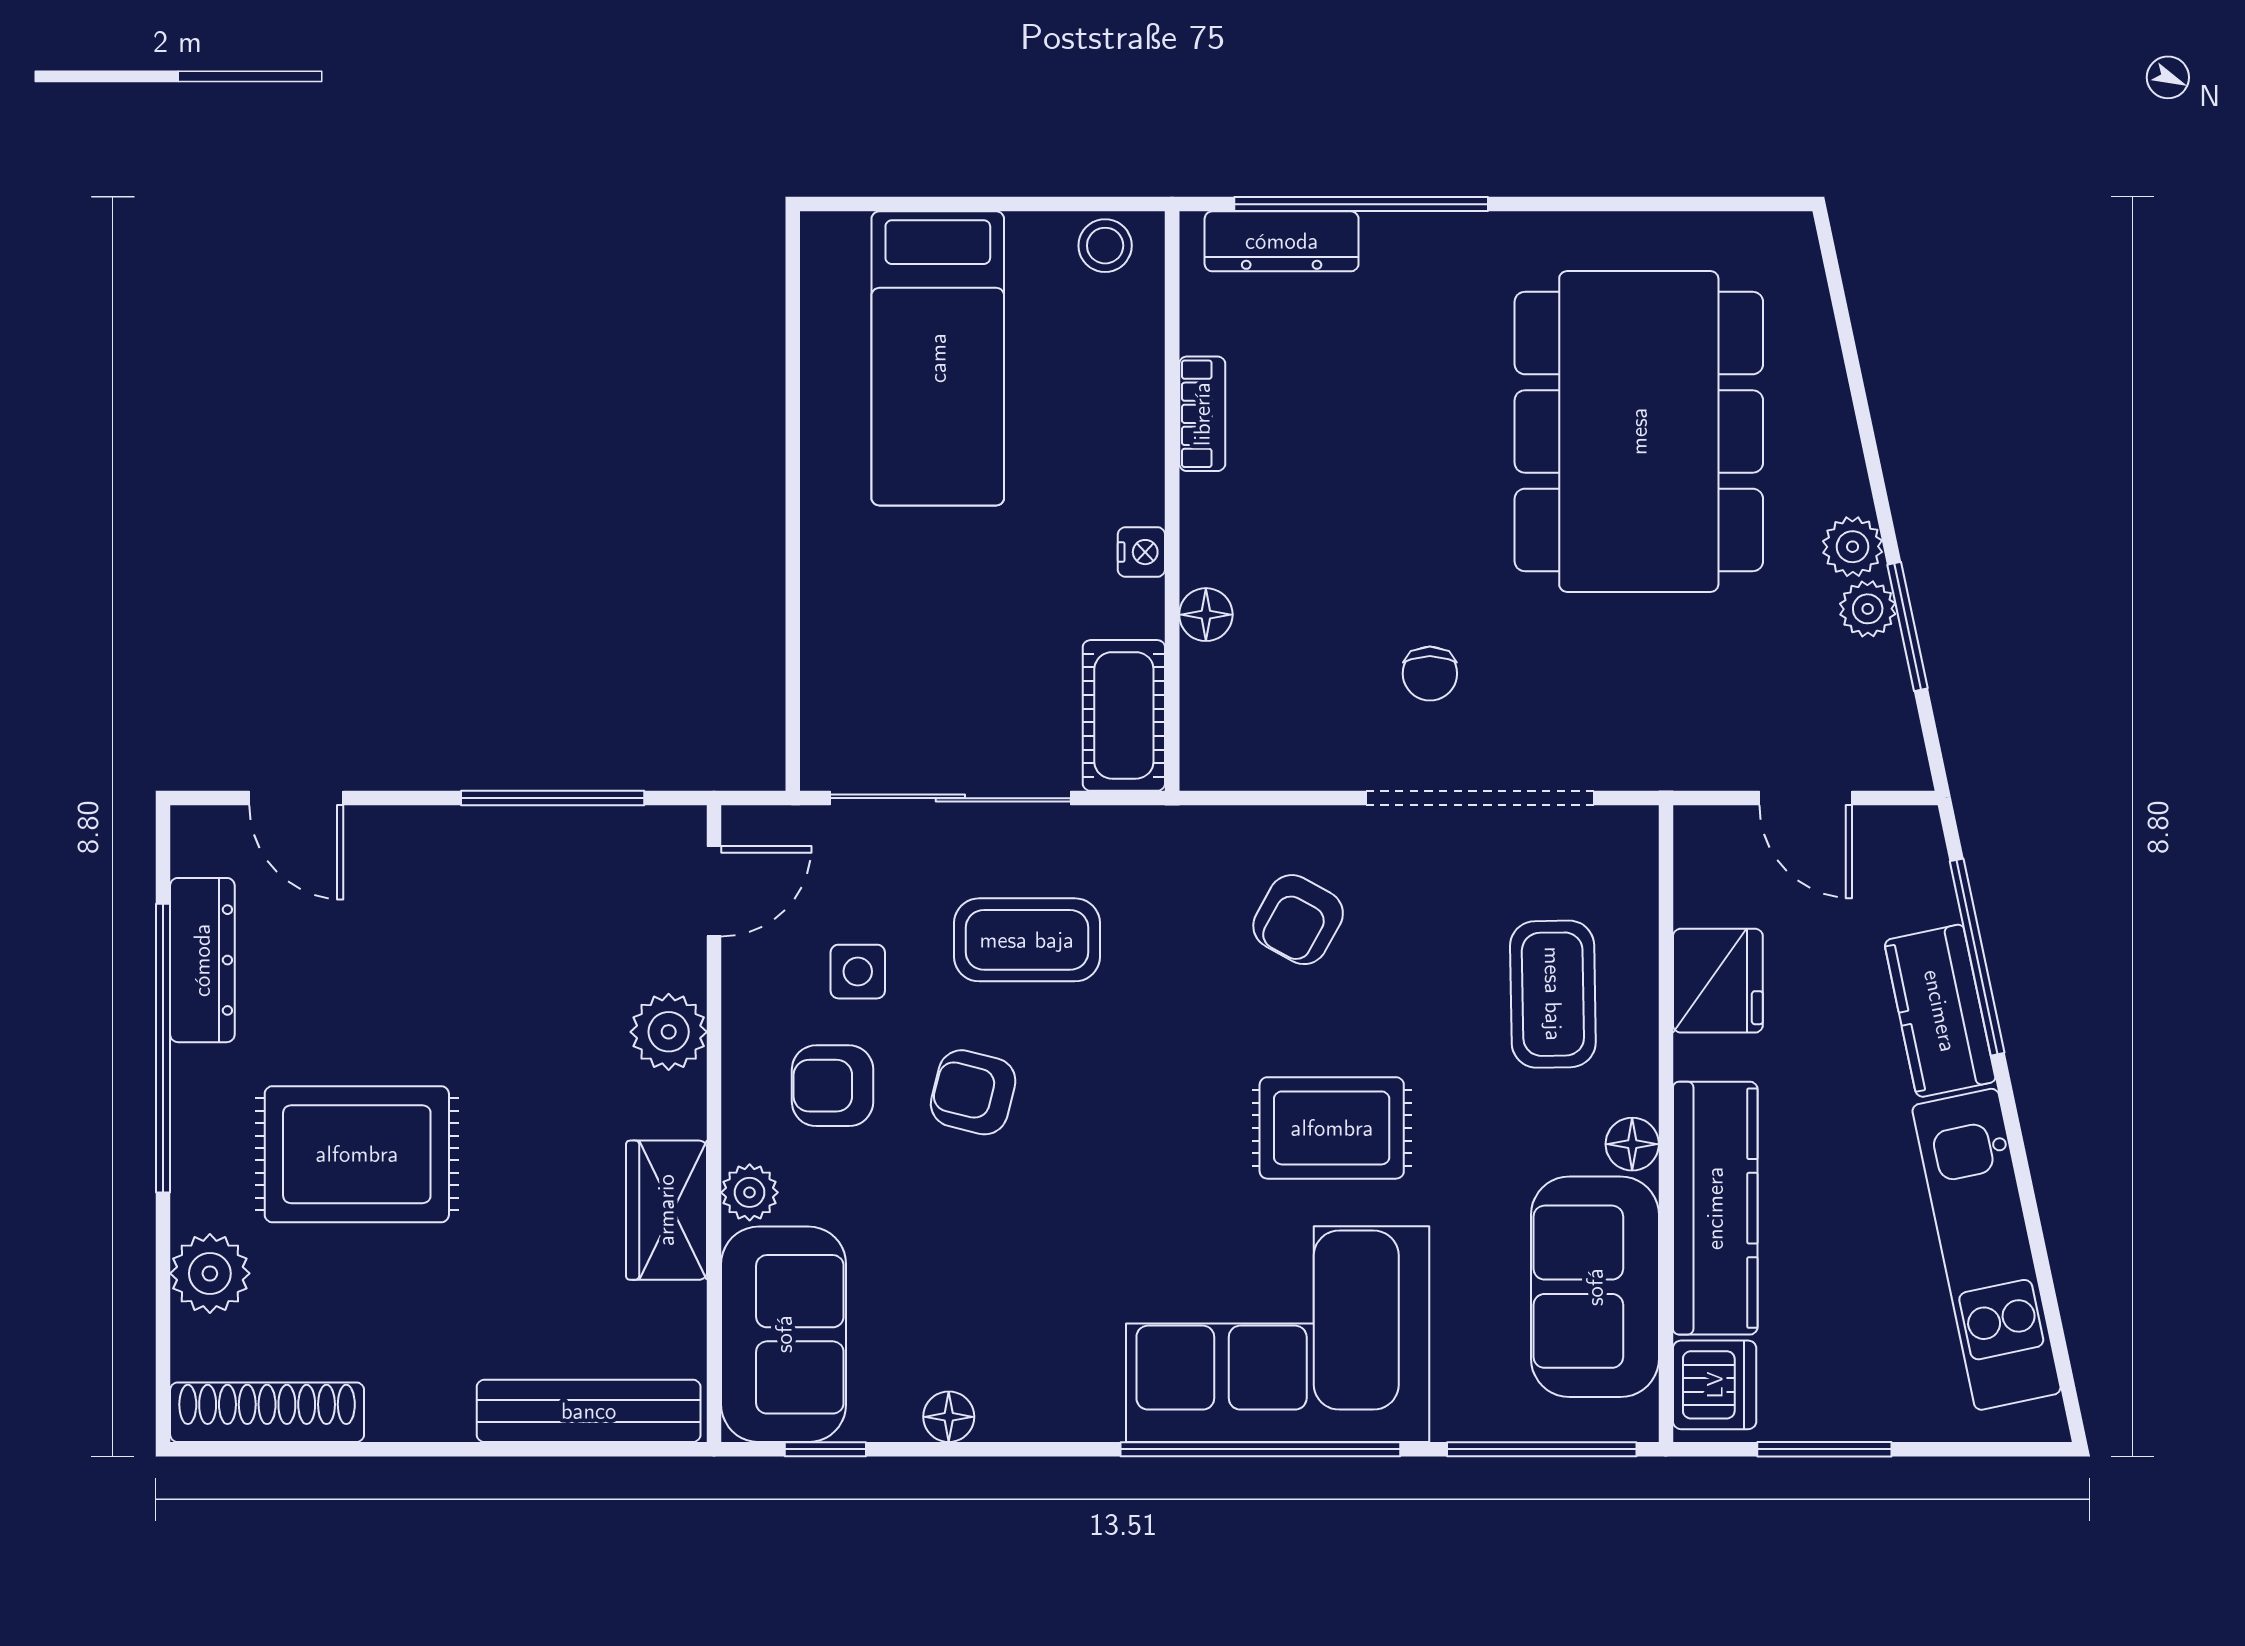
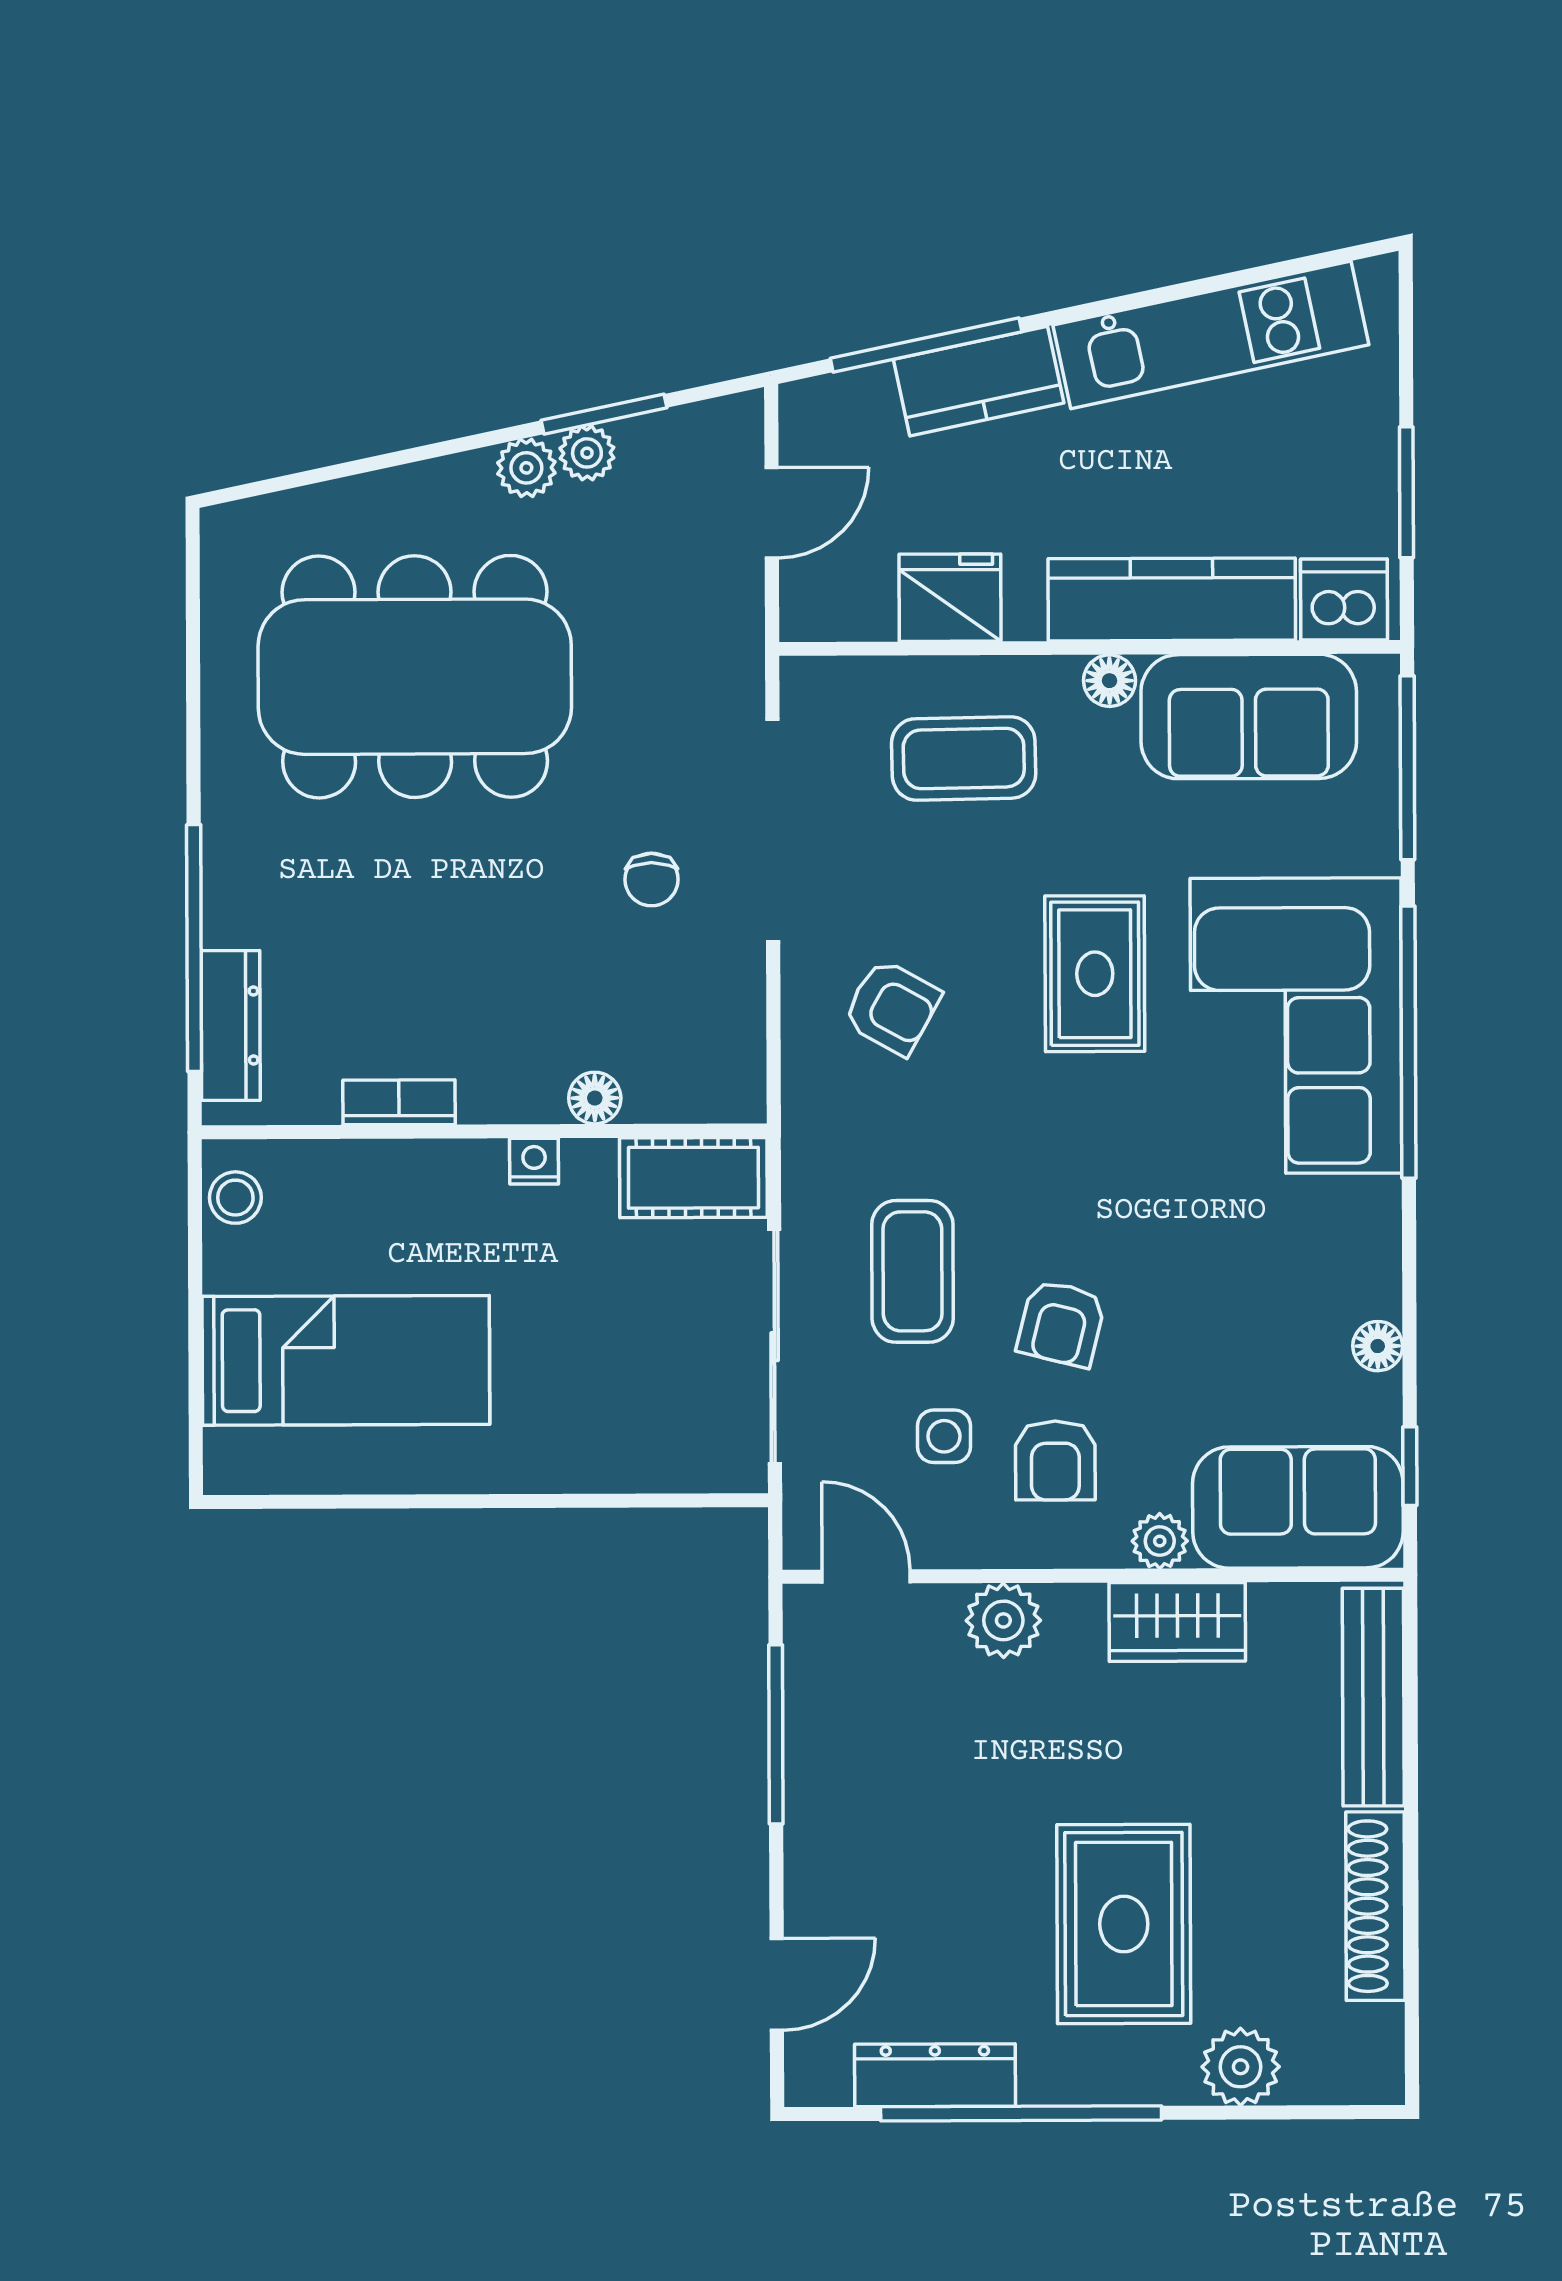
chair: (1430, 674) -> (652, 879), turned 90
shoe rack: (267, 1412) -> (1375, 1906), moved

